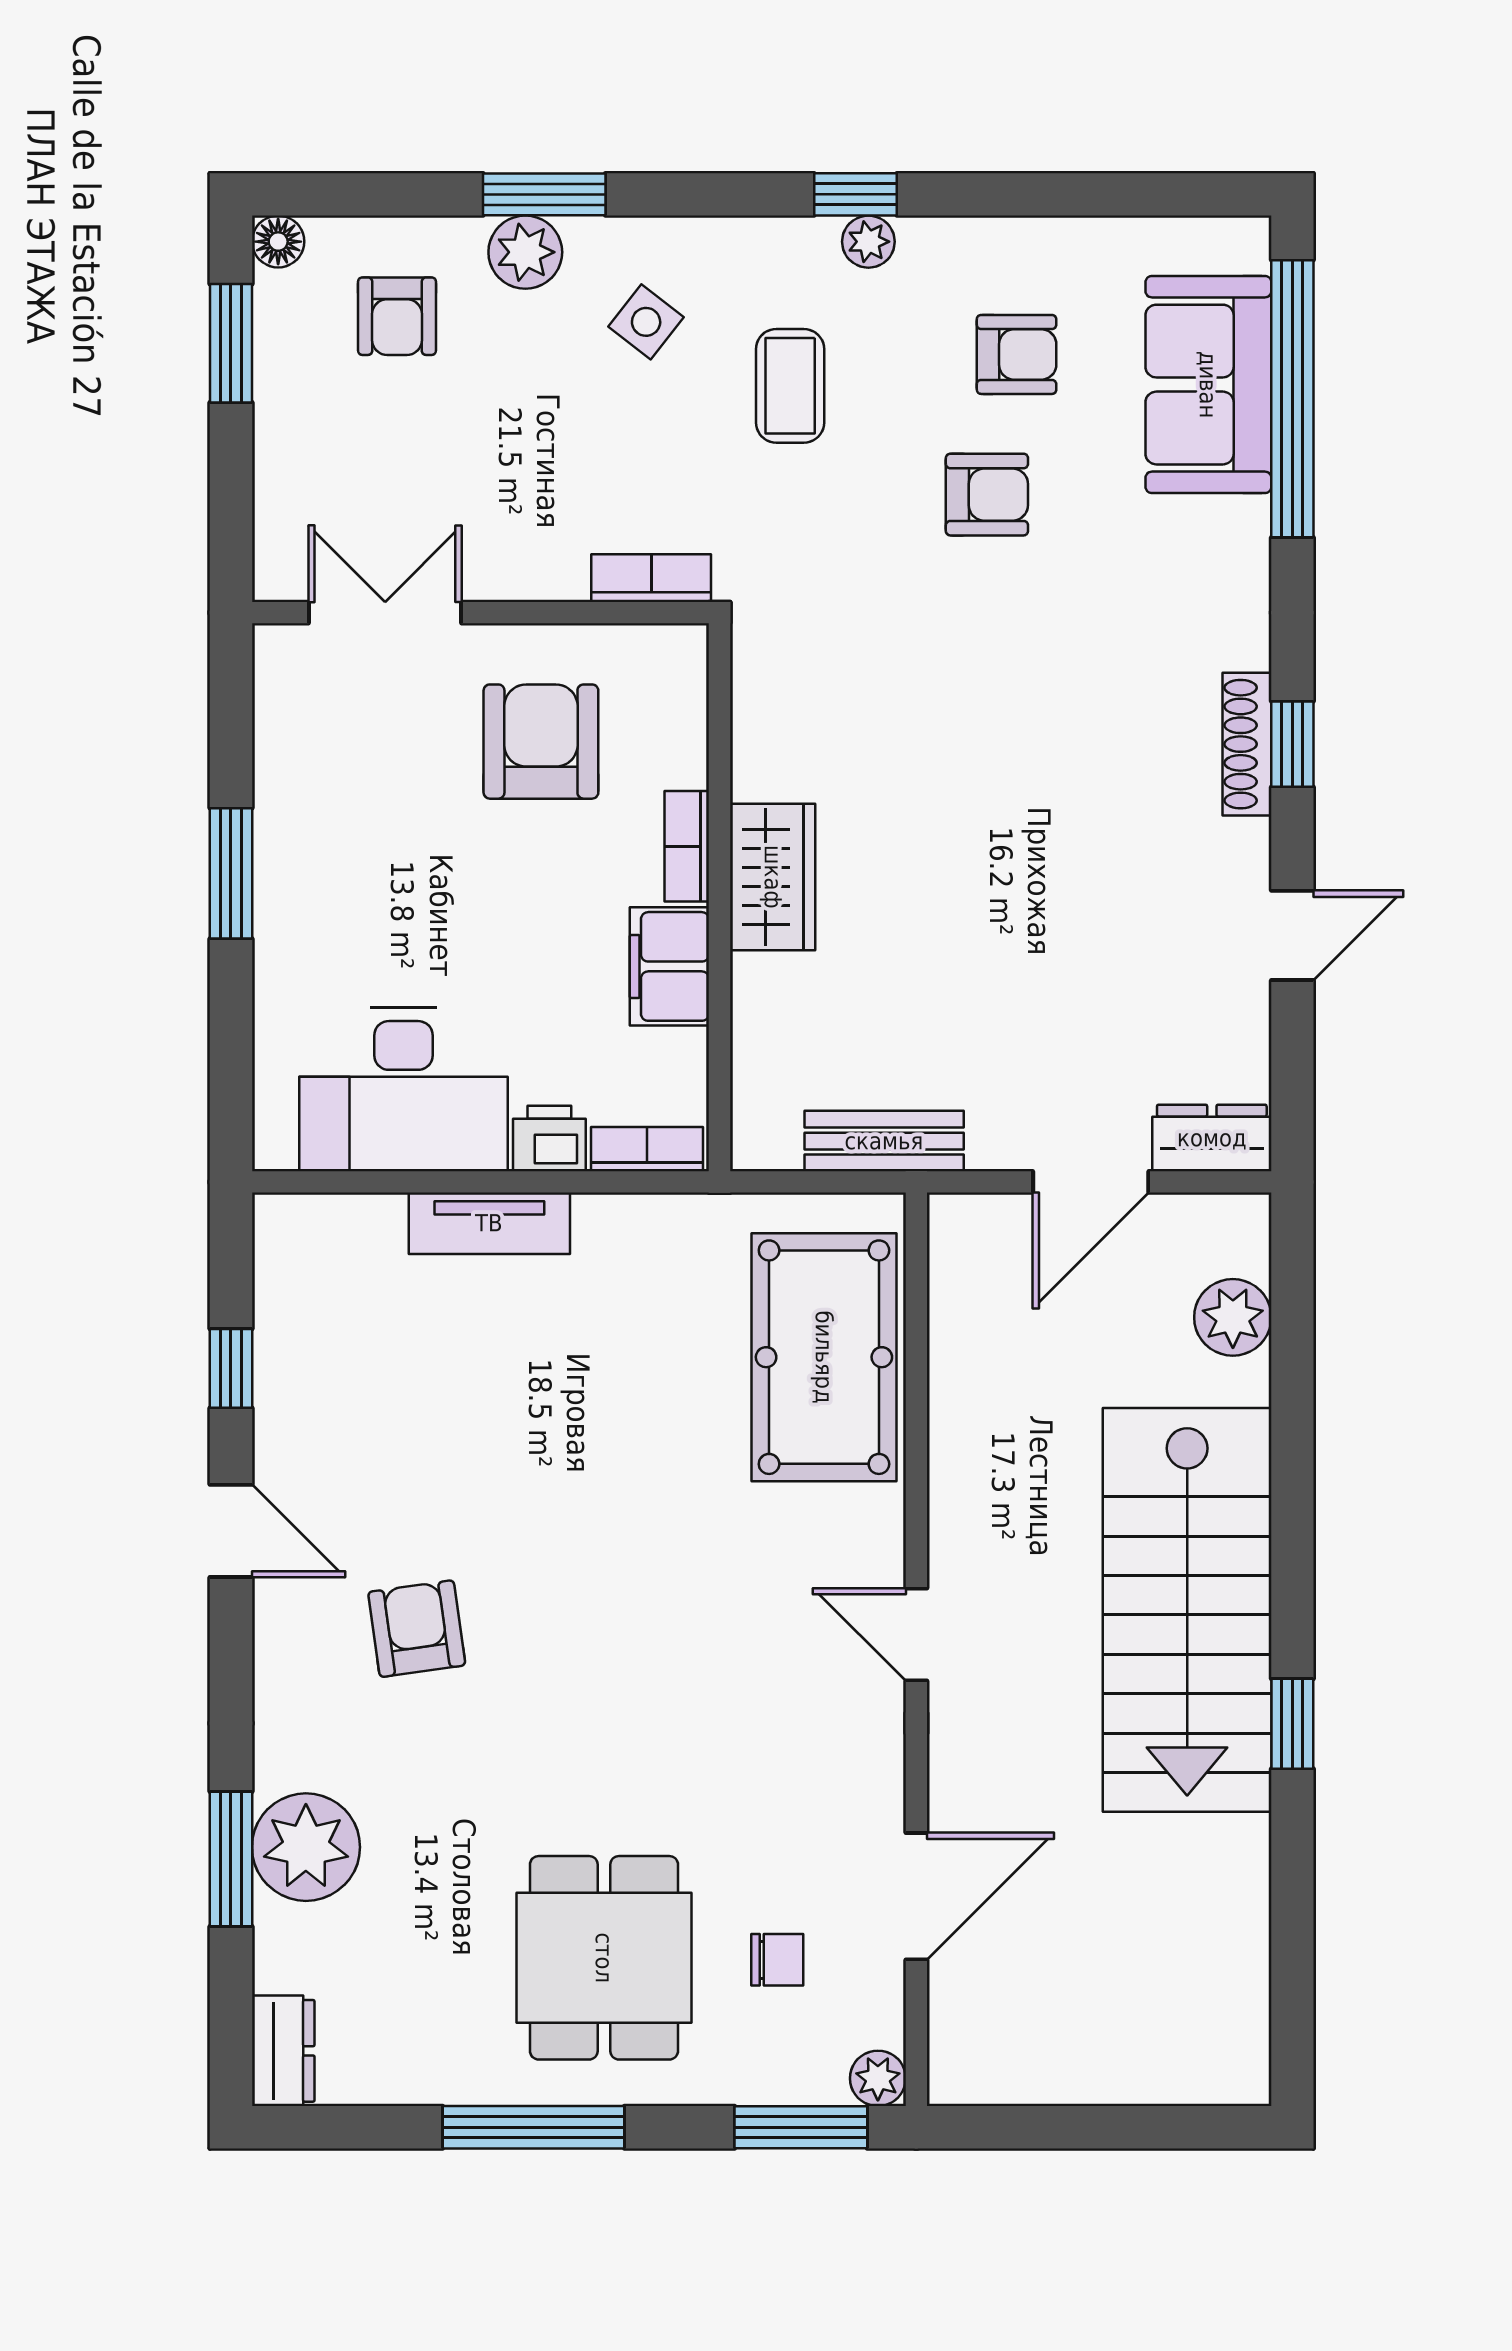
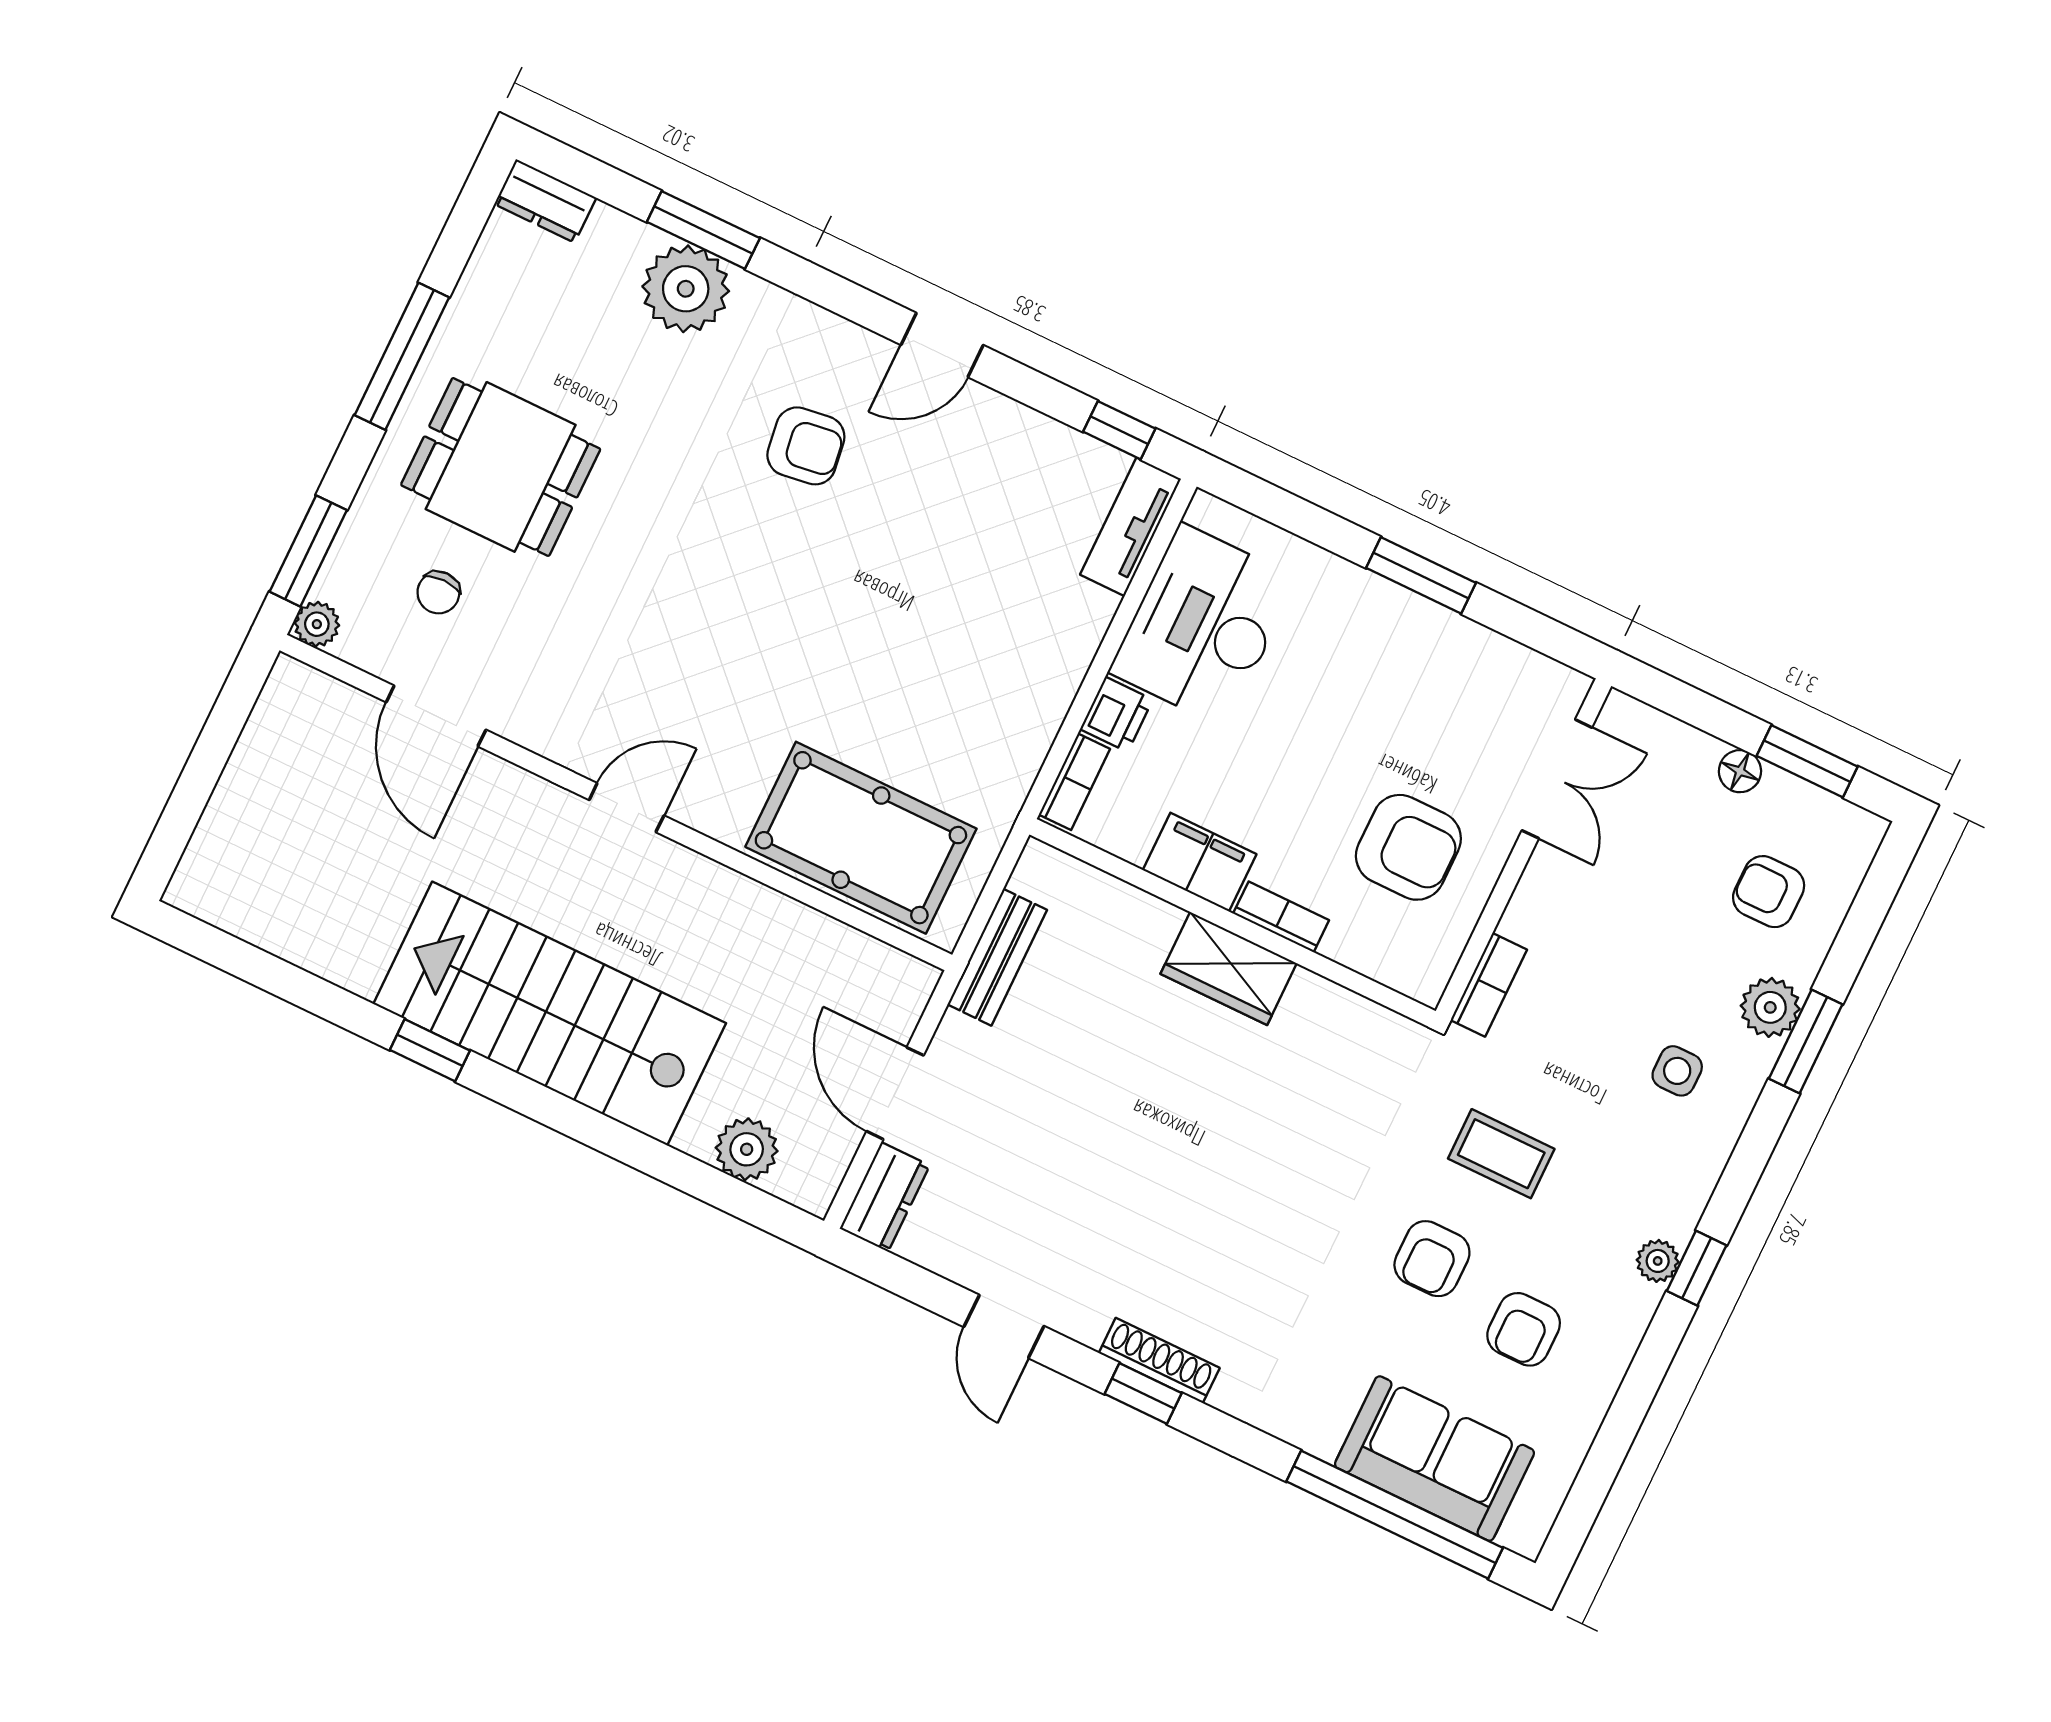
floor lamp: (278, 242) -> (1740, 771), moved
side table: (646, 322) -> (1677, 1071), turned -38
coffee table: (790, 386) -> (1501, 1154), moved
tv unit: (489, 1223) -> (1131, 527), moved
window: (231, 1368) -> (1119, 430), moved

